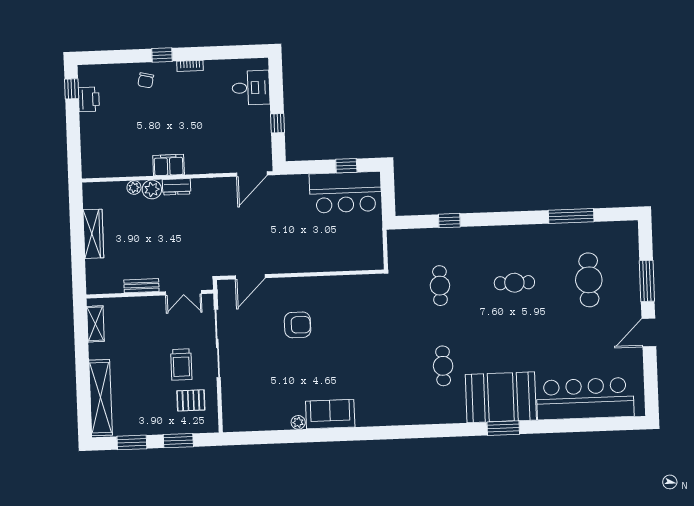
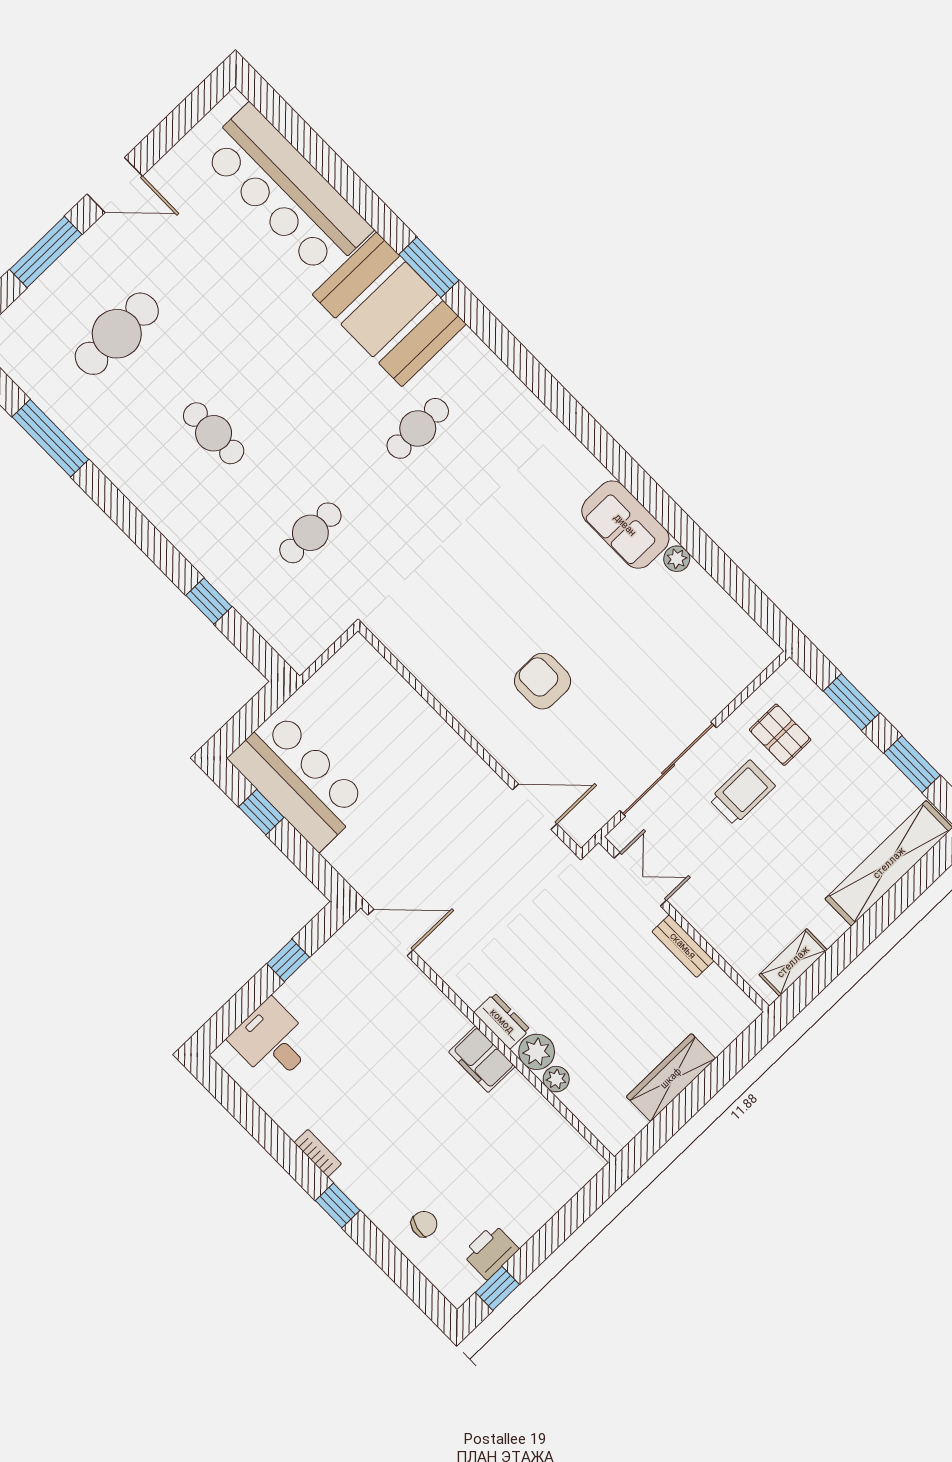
chair: (146, 80) -> (424, 1224), moved

